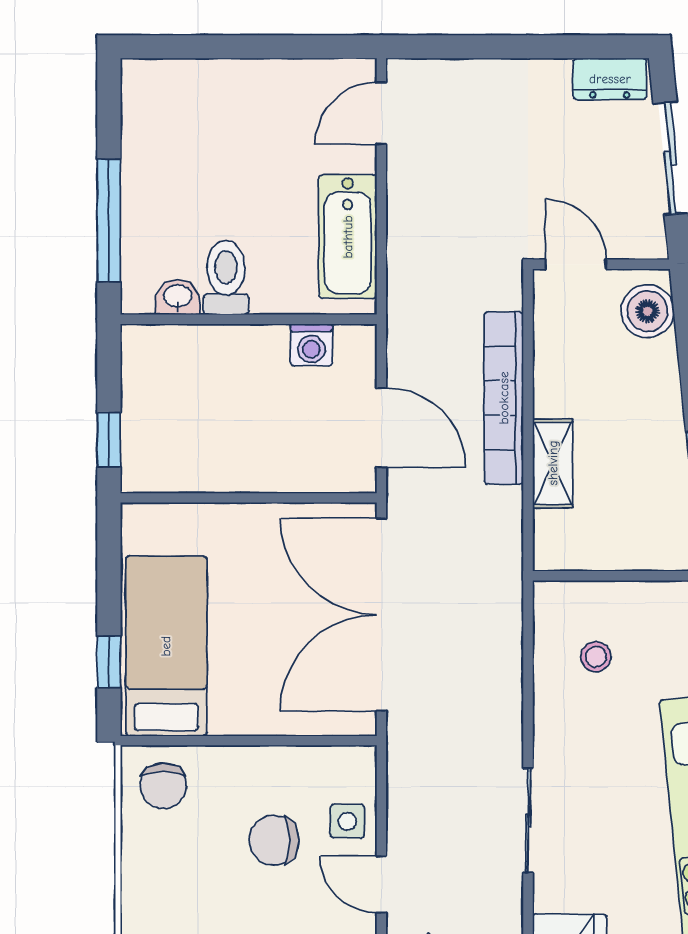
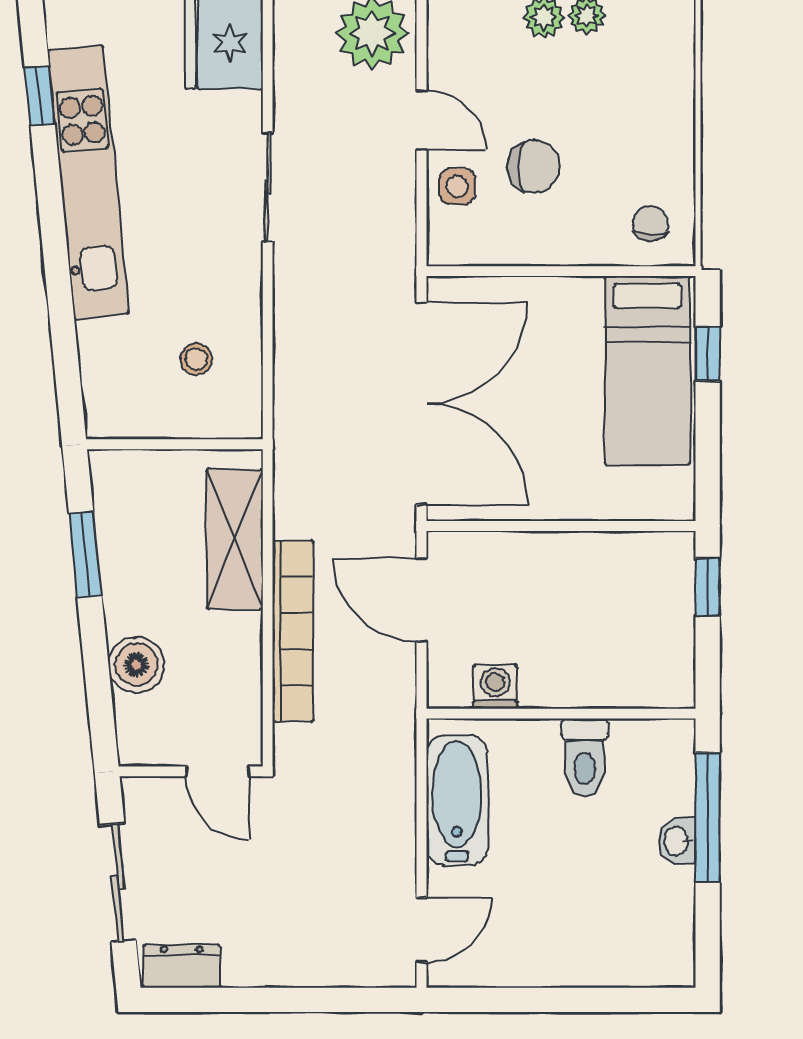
washbasin: (178, 297) -> (677, 841), moved, turned 90
boiler: (648, 311) -> (136, 665), moved
shelving: (553, 463) -> (235, 539), width x1.50, depth x1.33
chair: (163, 786) -> (651, 224), width x0.73, depth x0.73

